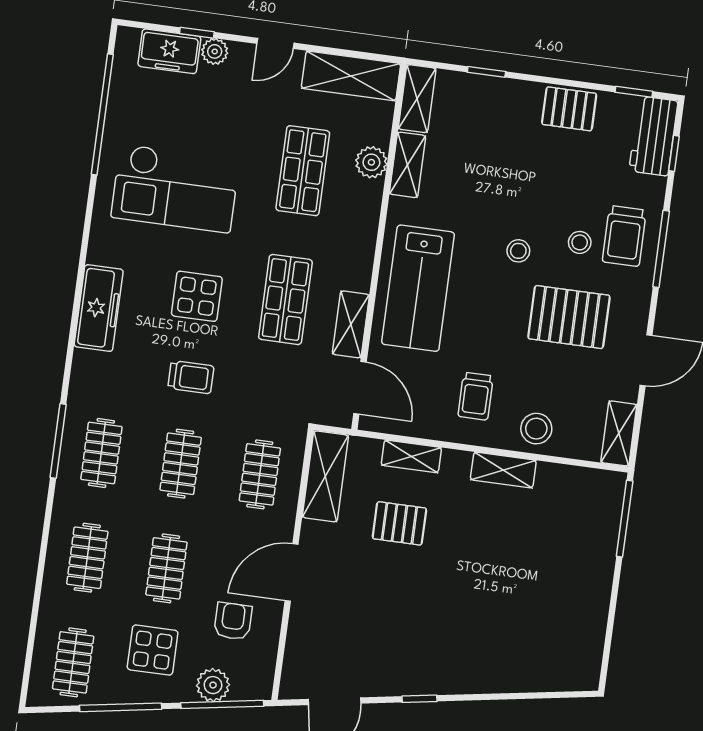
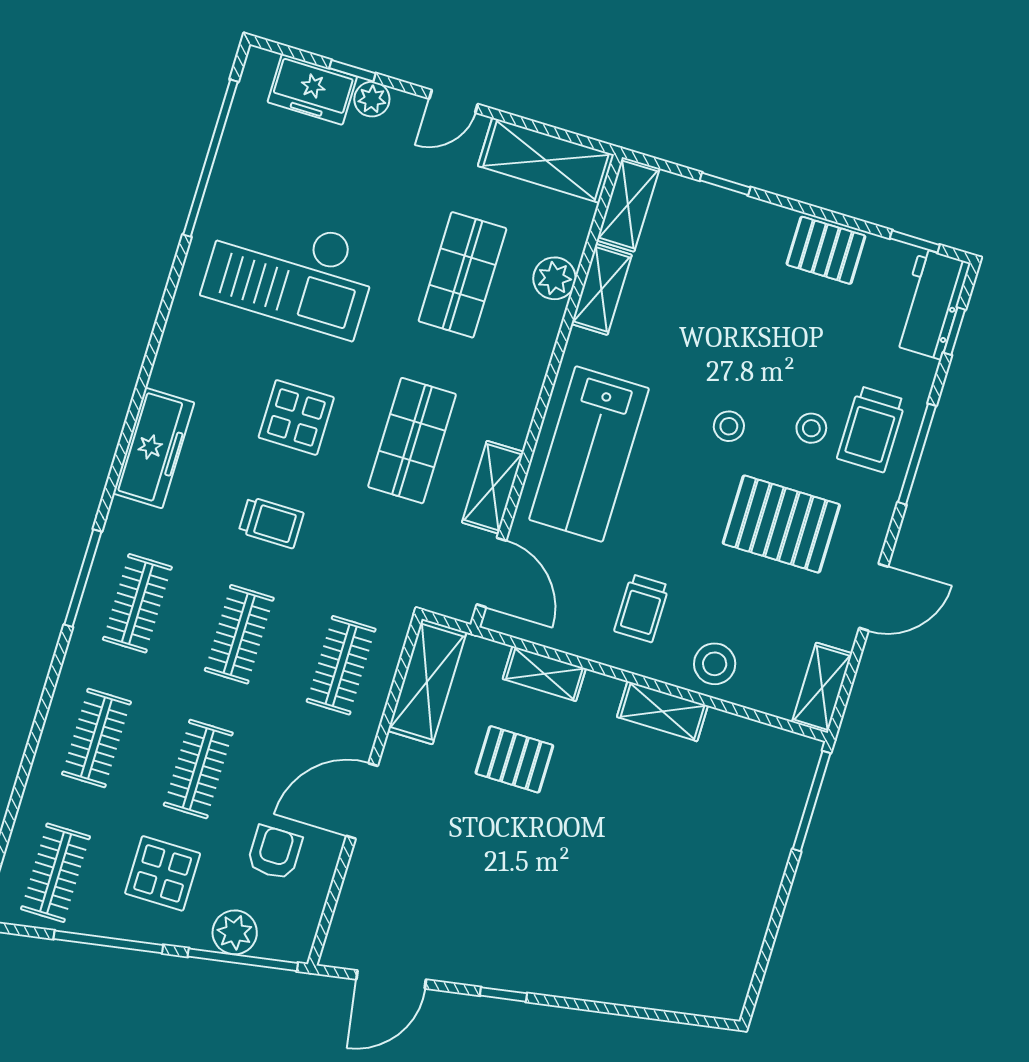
freezer: (99, 308) -> (154, 448), moved

